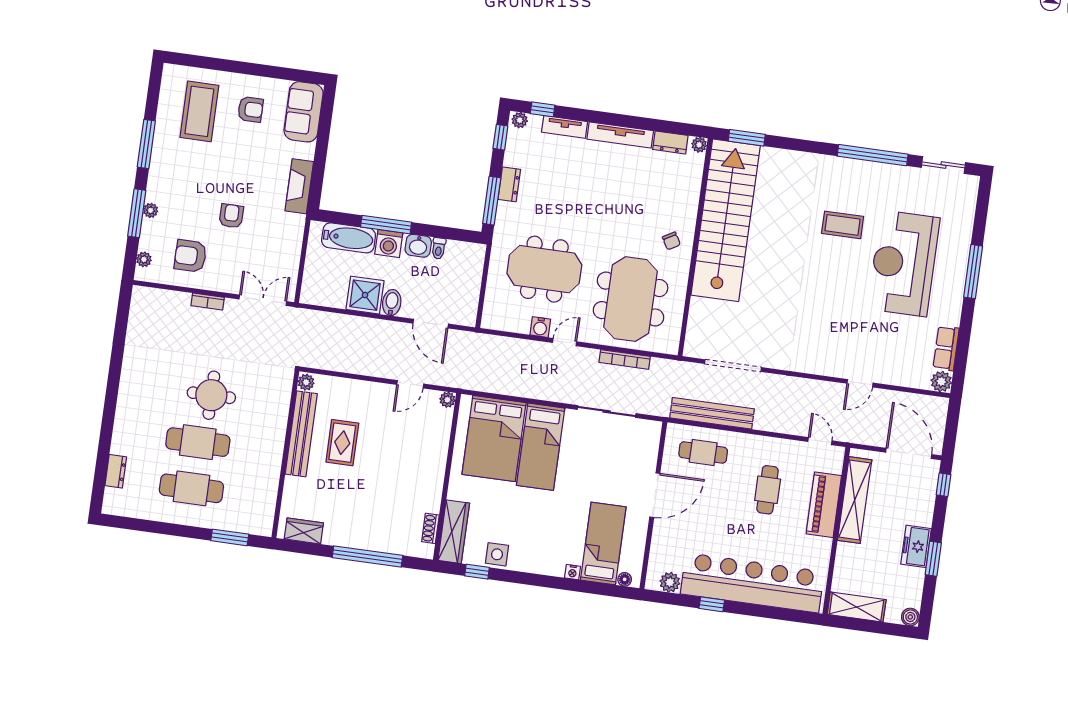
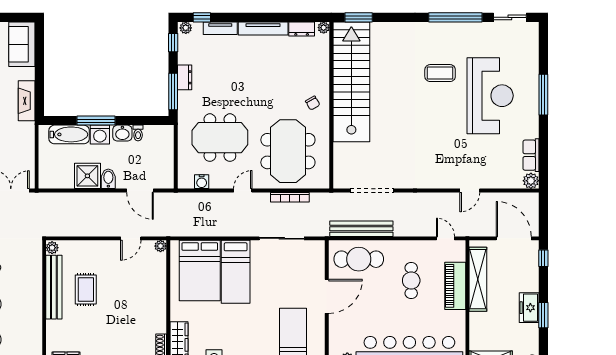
reception desk: (904, 263) -> (490, 96), turned 180
water cooler: (540, 327) -> (202, 182), moved
cafe table: (703, 452) -> (359, 259), width x1.37, depth x1.35

